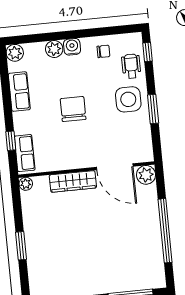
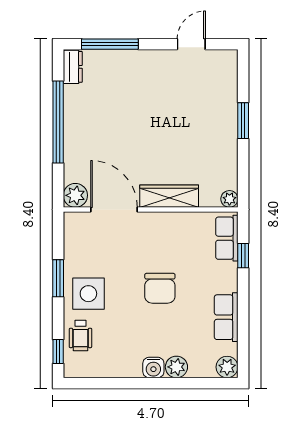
chair: (103, 51) -> (114, 358), removed
dresser: (158, 275) -> (73, 67), added

